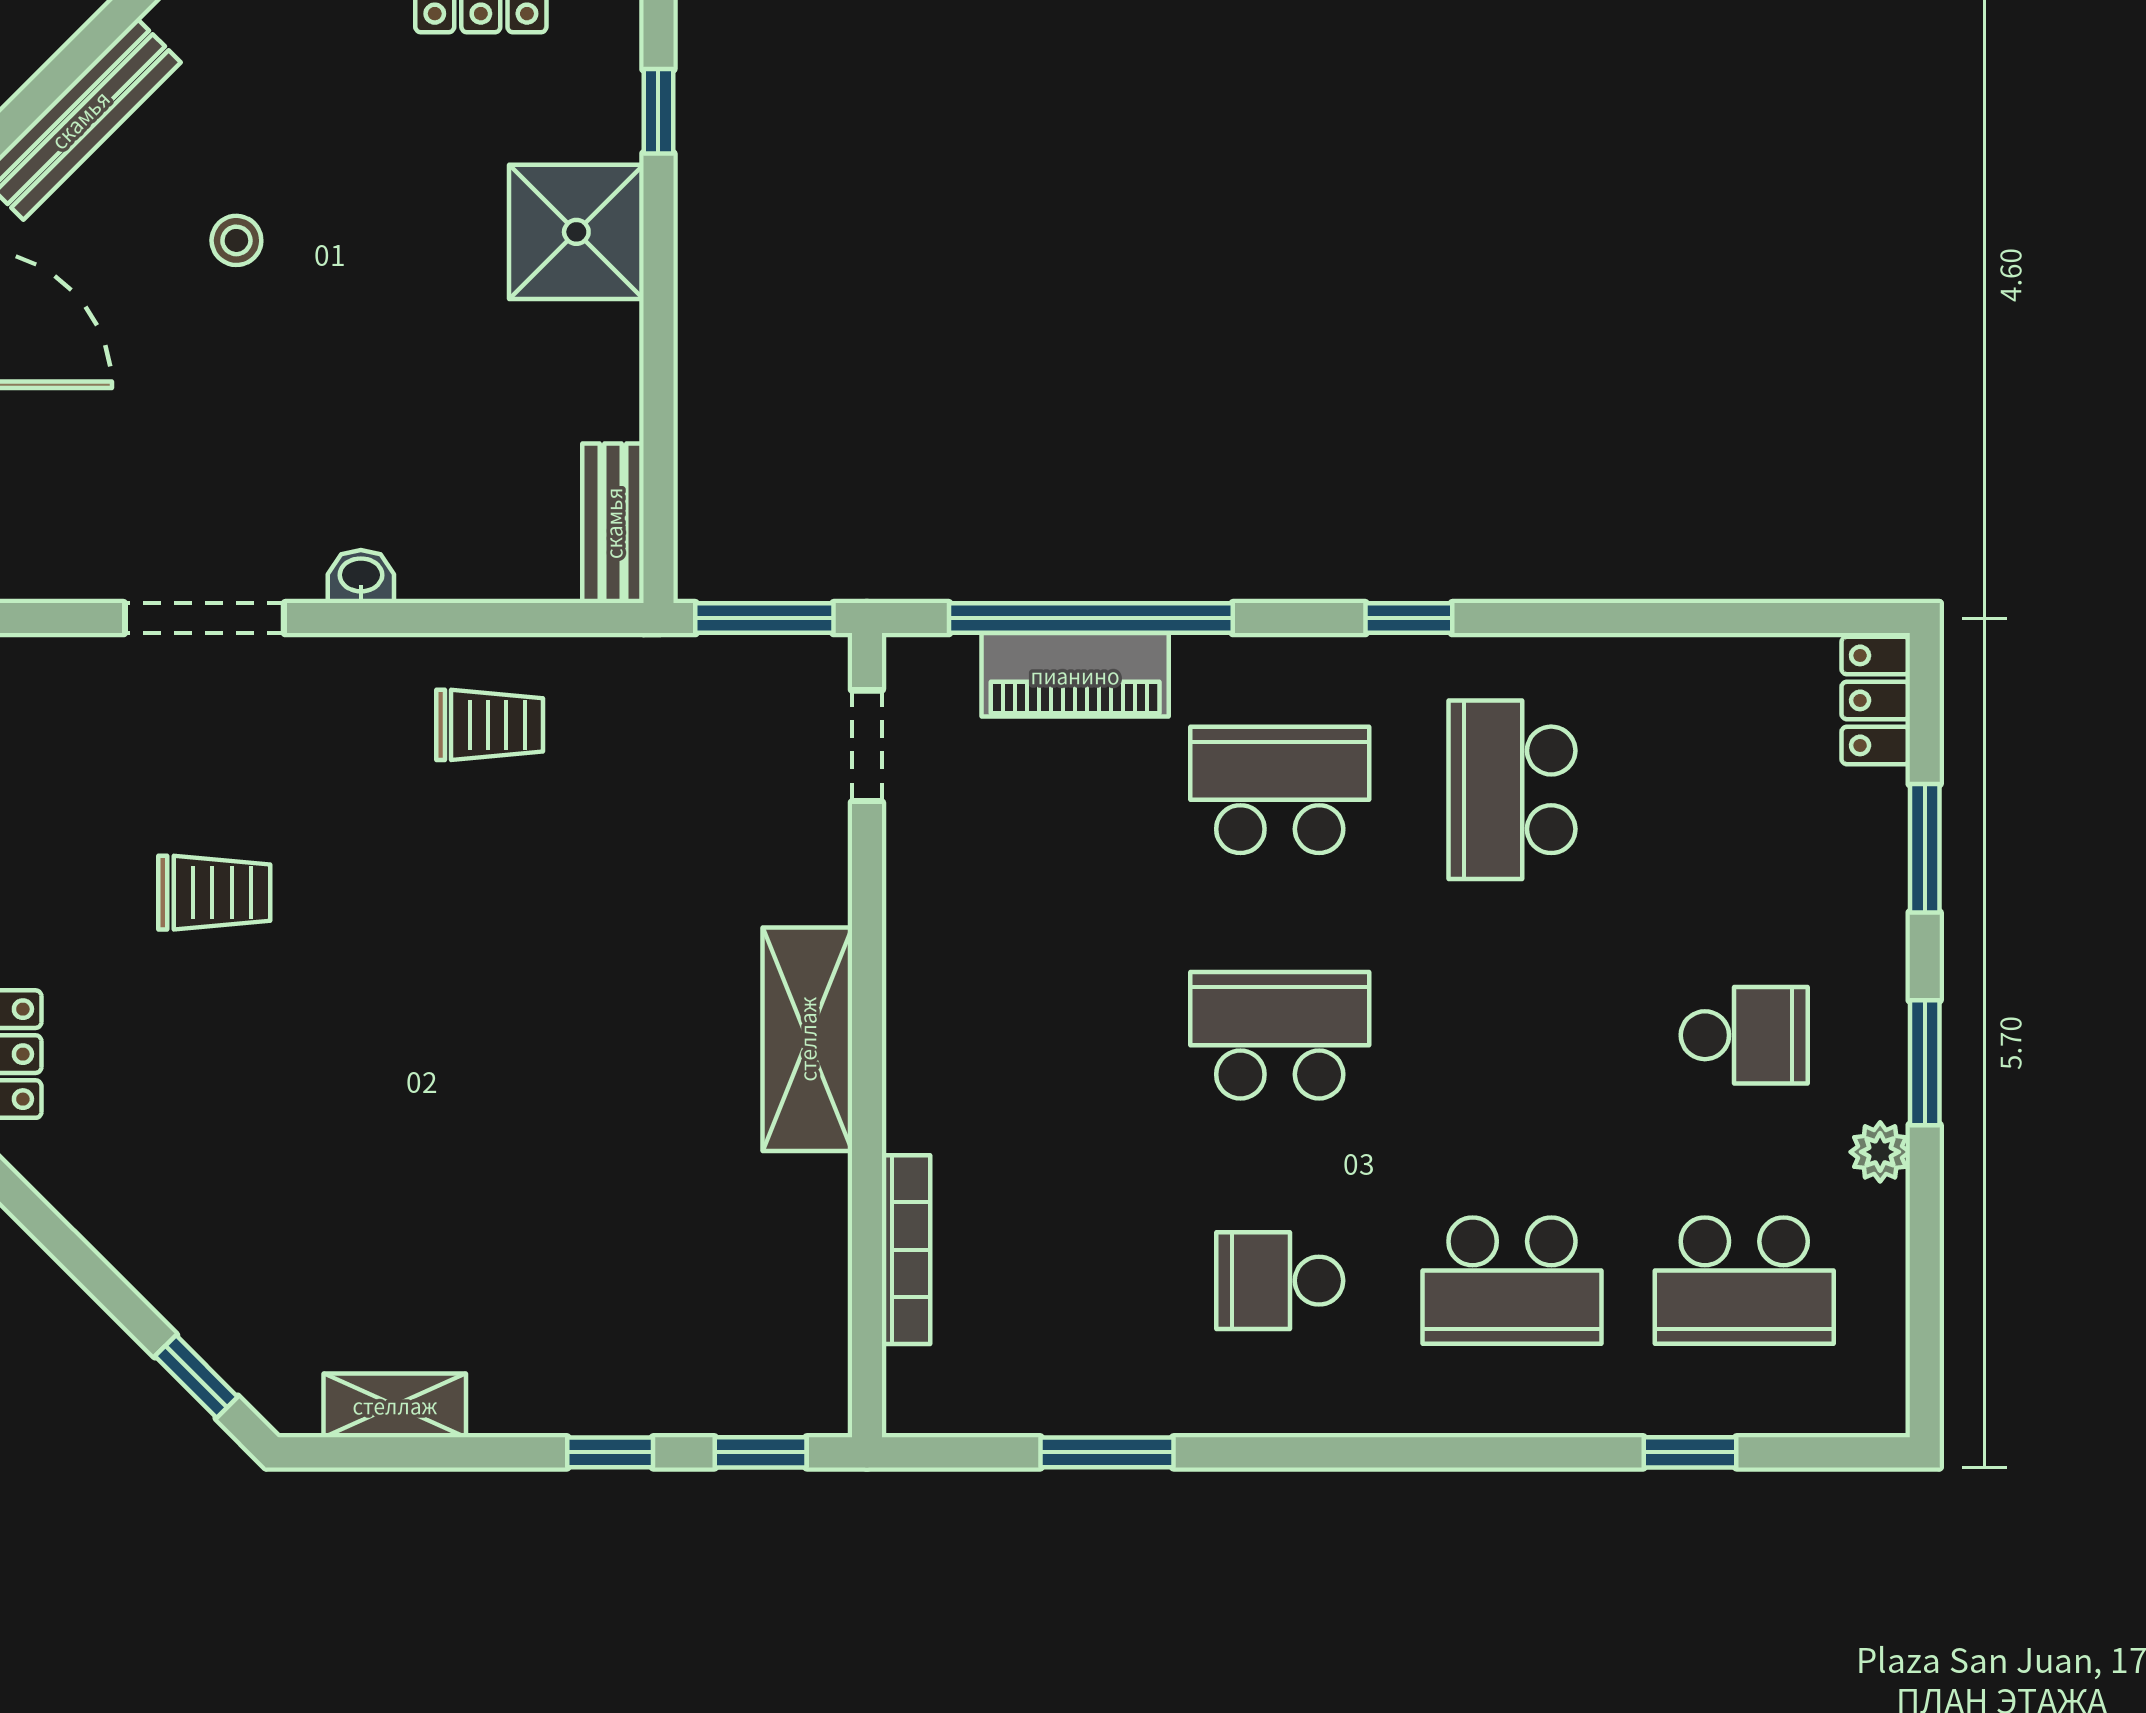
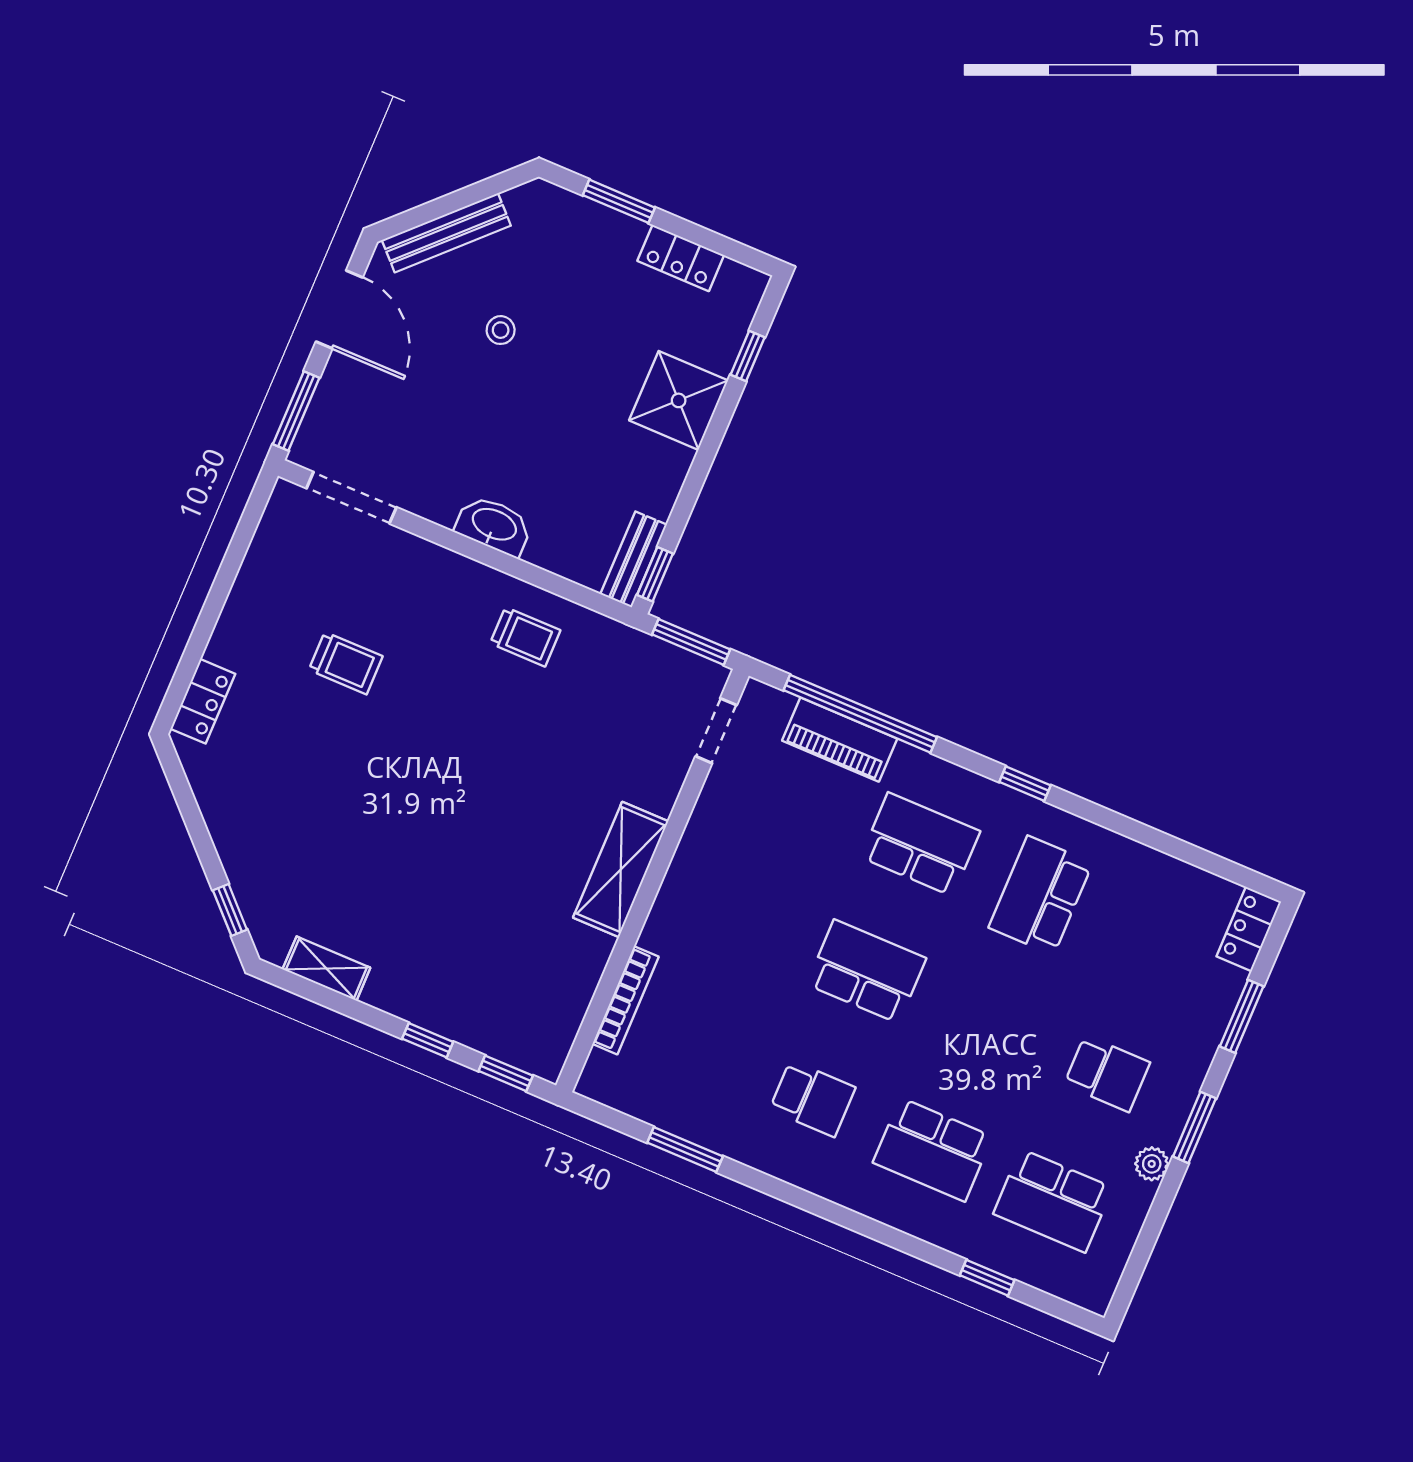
window: (658, 533) -> (655, 574), added
washbasin: (361, 577) -> (494, 525), width x1.91, depth x1.45
doorway: (204, 618) -> (351, 498), moved
school desk: (1280, 1281) -> (812, 1099), turned 180

